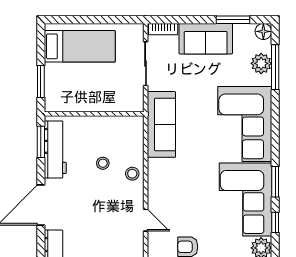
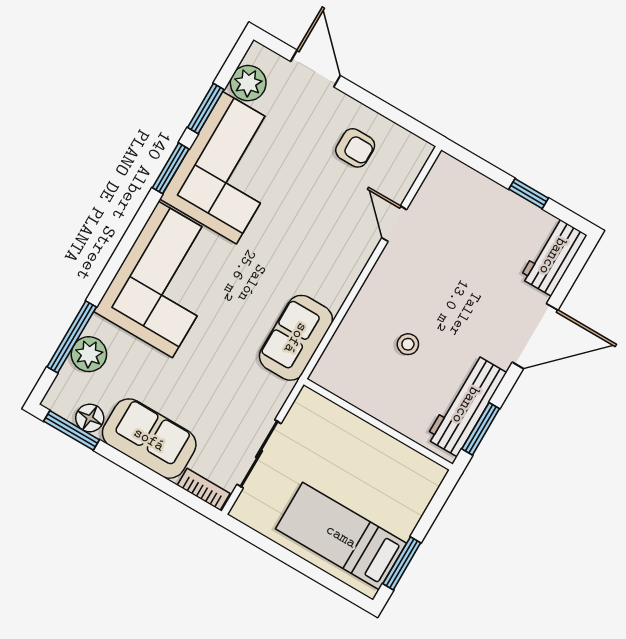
window: (233, 20) -> (72, 430), moved
floor lamp: (263, 31) -> (90, 418), moved
window: (41, 82) -> (402, 563), moved
sofa: (161, 124) -> (296, 338), width x0.73
stool: (132, 174) -> (374, 303), removed
window: (275, 222) -> (206, 108), width x1.50

